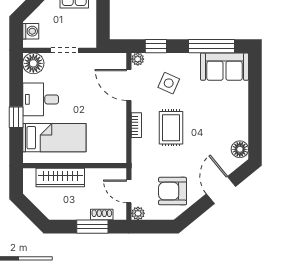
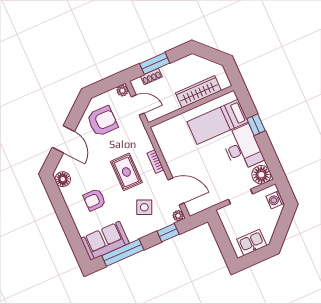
desk: (41, 99) -> (242, 148), width x1.37
armchair: (217, 114) -> (94, 200), added

